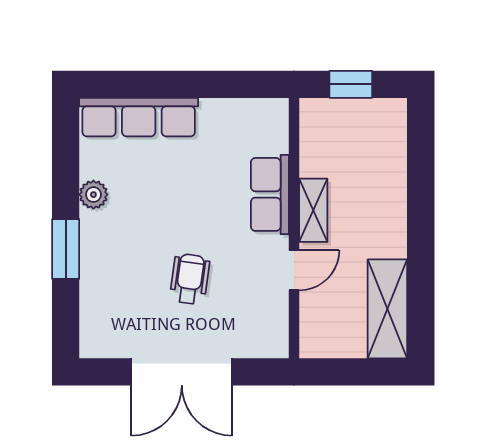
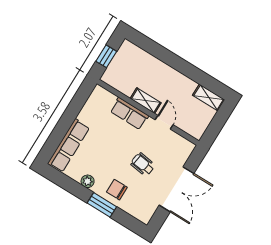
chair: (112, 260) -> (117, 190), added
shelving: (387, 309) -> (209, 97), width x0.67, depth x0.75

